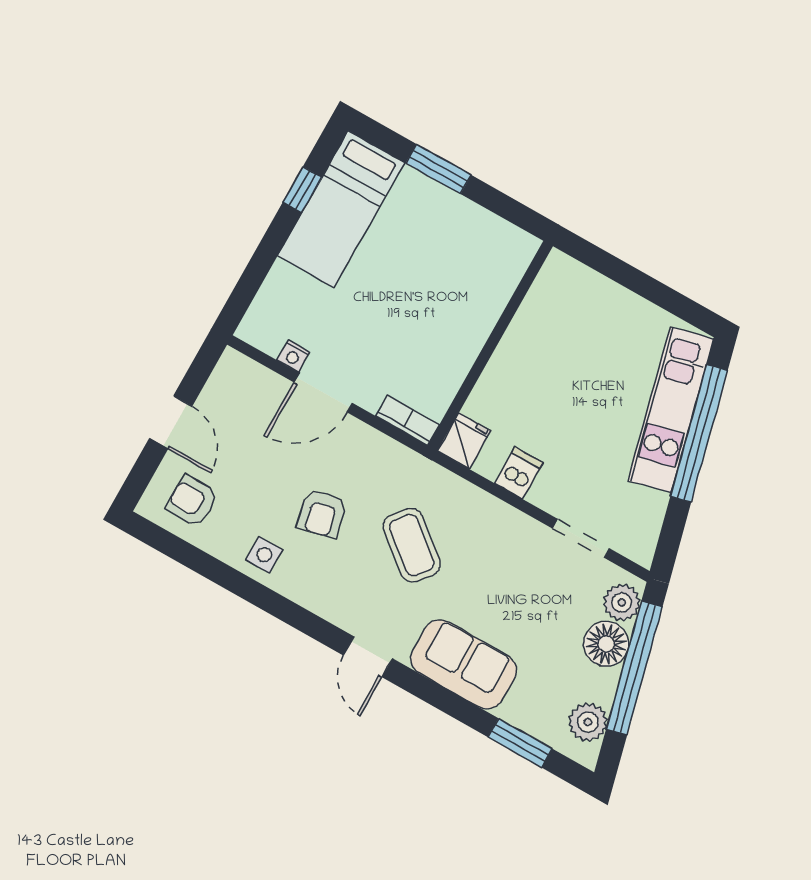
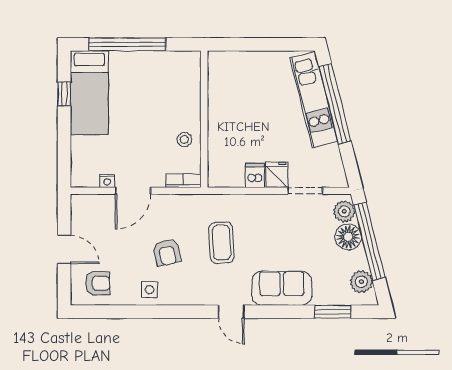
window: (438, 169) -> (127, 44), width x2.11
stool: (444, 359) -> (184, 139), added
fridge: (464, 441) -> (277, 175), moved
armchair: (192, 501) -> (98, 283), turned 180
coffee table: (412, 545) -> (221, 243), turned 48

